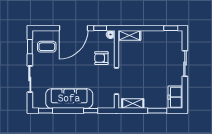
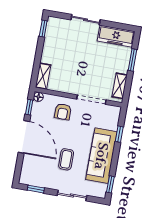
coffee table: (47, 47) -> (66, 159), moved
freezer: (175, 97) -> (116, 36), width x1.40

